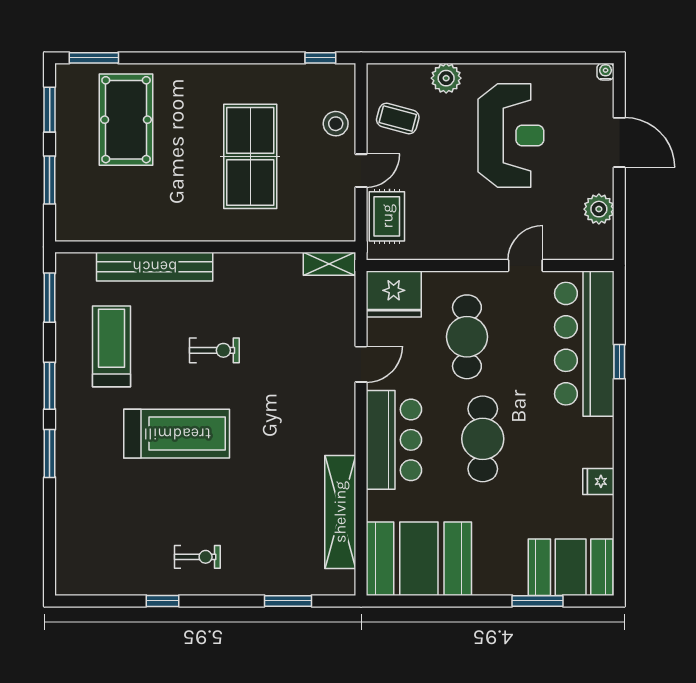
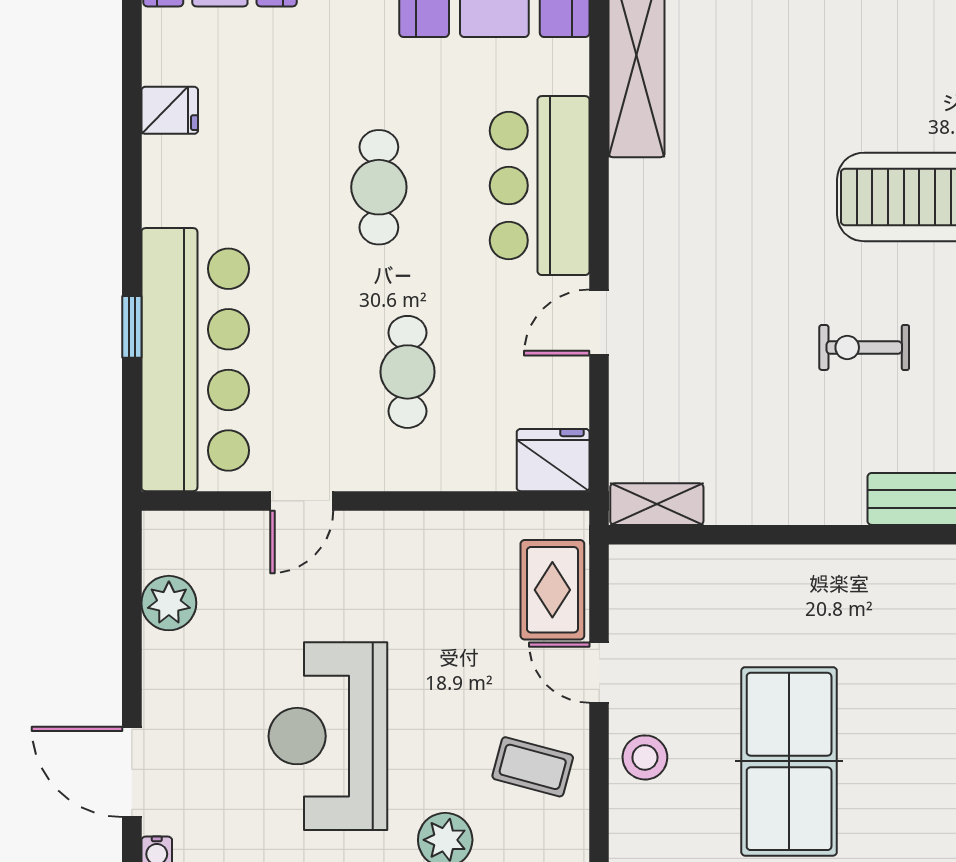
door: (619, 142) -> (132, 772), moved
table tennis table: (250, 156) -> (789, 761), moved
door: (361, 171) -> (599, 673), hinge flipped
fridge: (394, 294) -> (553, 460), width x0.73, depth x0.75
cafe table: (467, 337) -> (407, 372), width x0.73, depth x0.74
cafe table: (483, 439) -> (379, 187), width x0.73, depth x0.74

